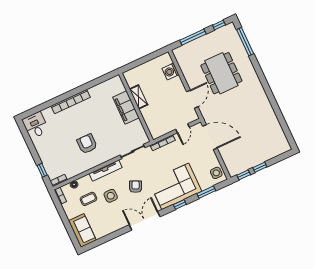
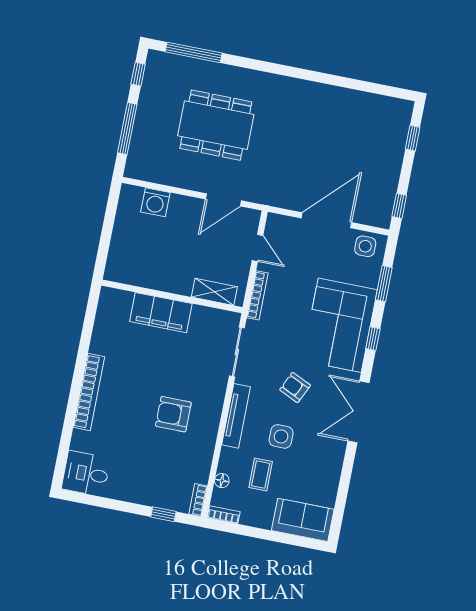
shelving: (139, 97) -> (214, 292), moved
door: (192, 99) -> (223, 200), swing flipped
door: (210, 137) -> (326, 220), moved
window: (260, 167) -> (413, 138), moved

